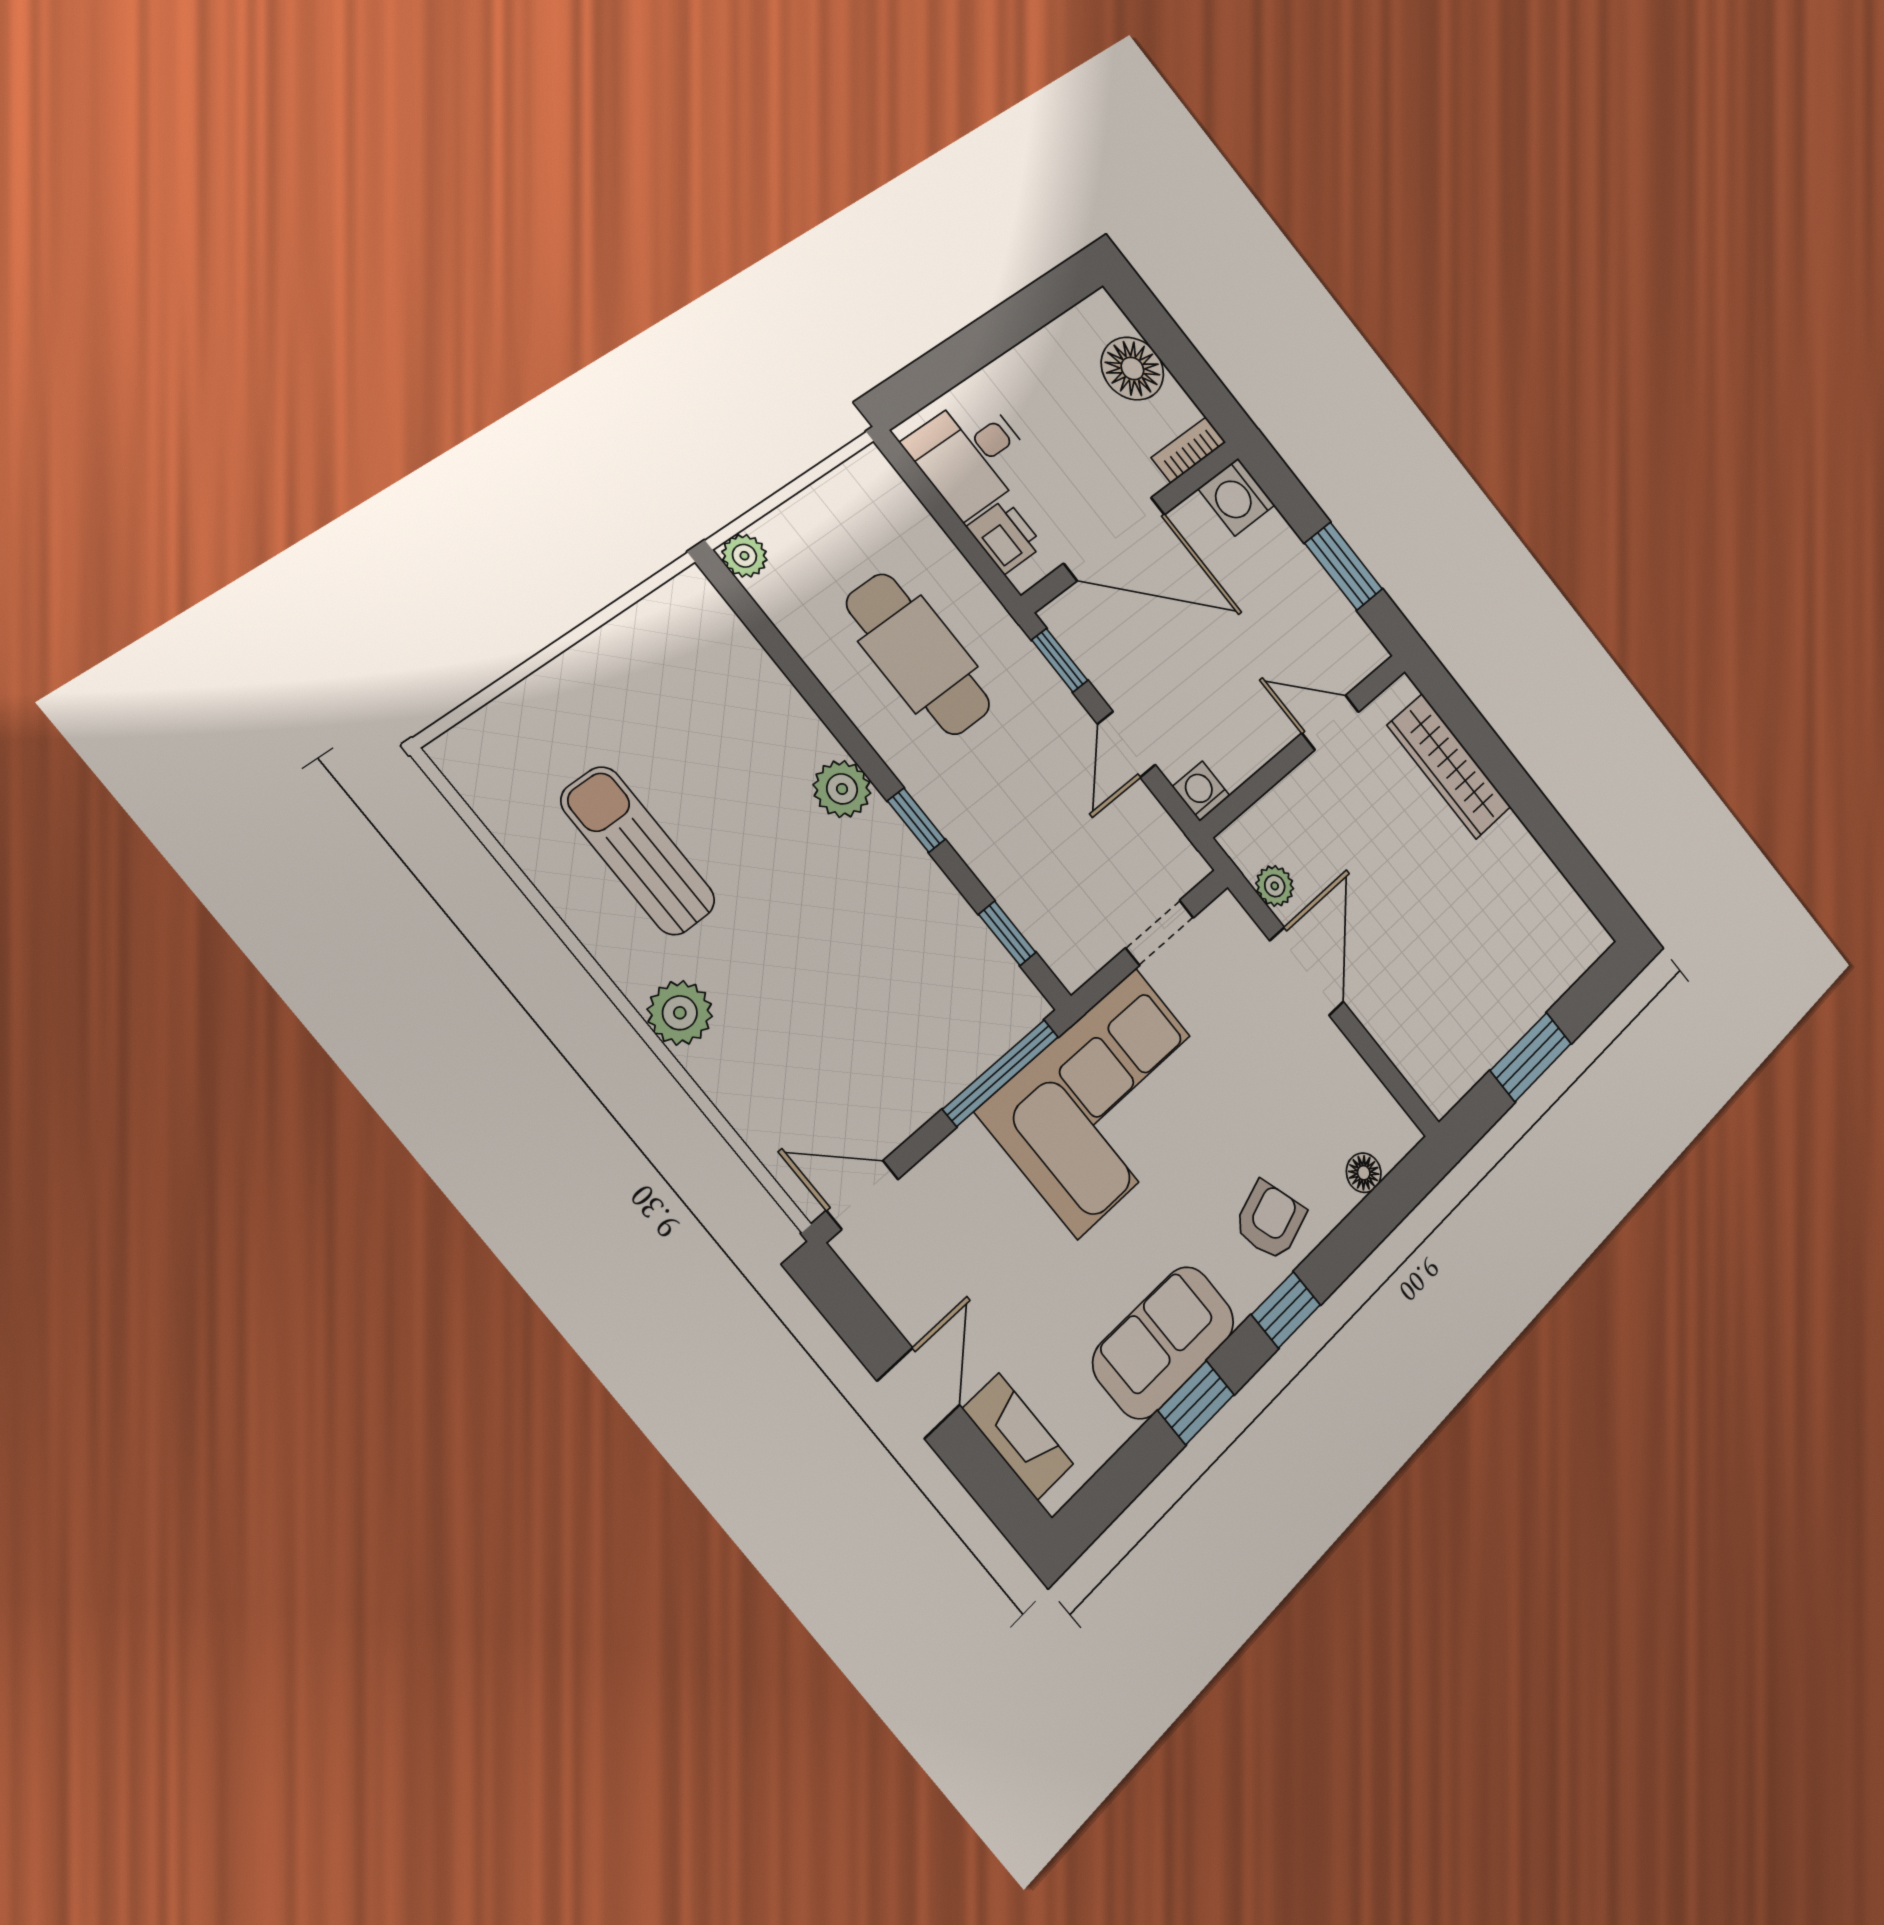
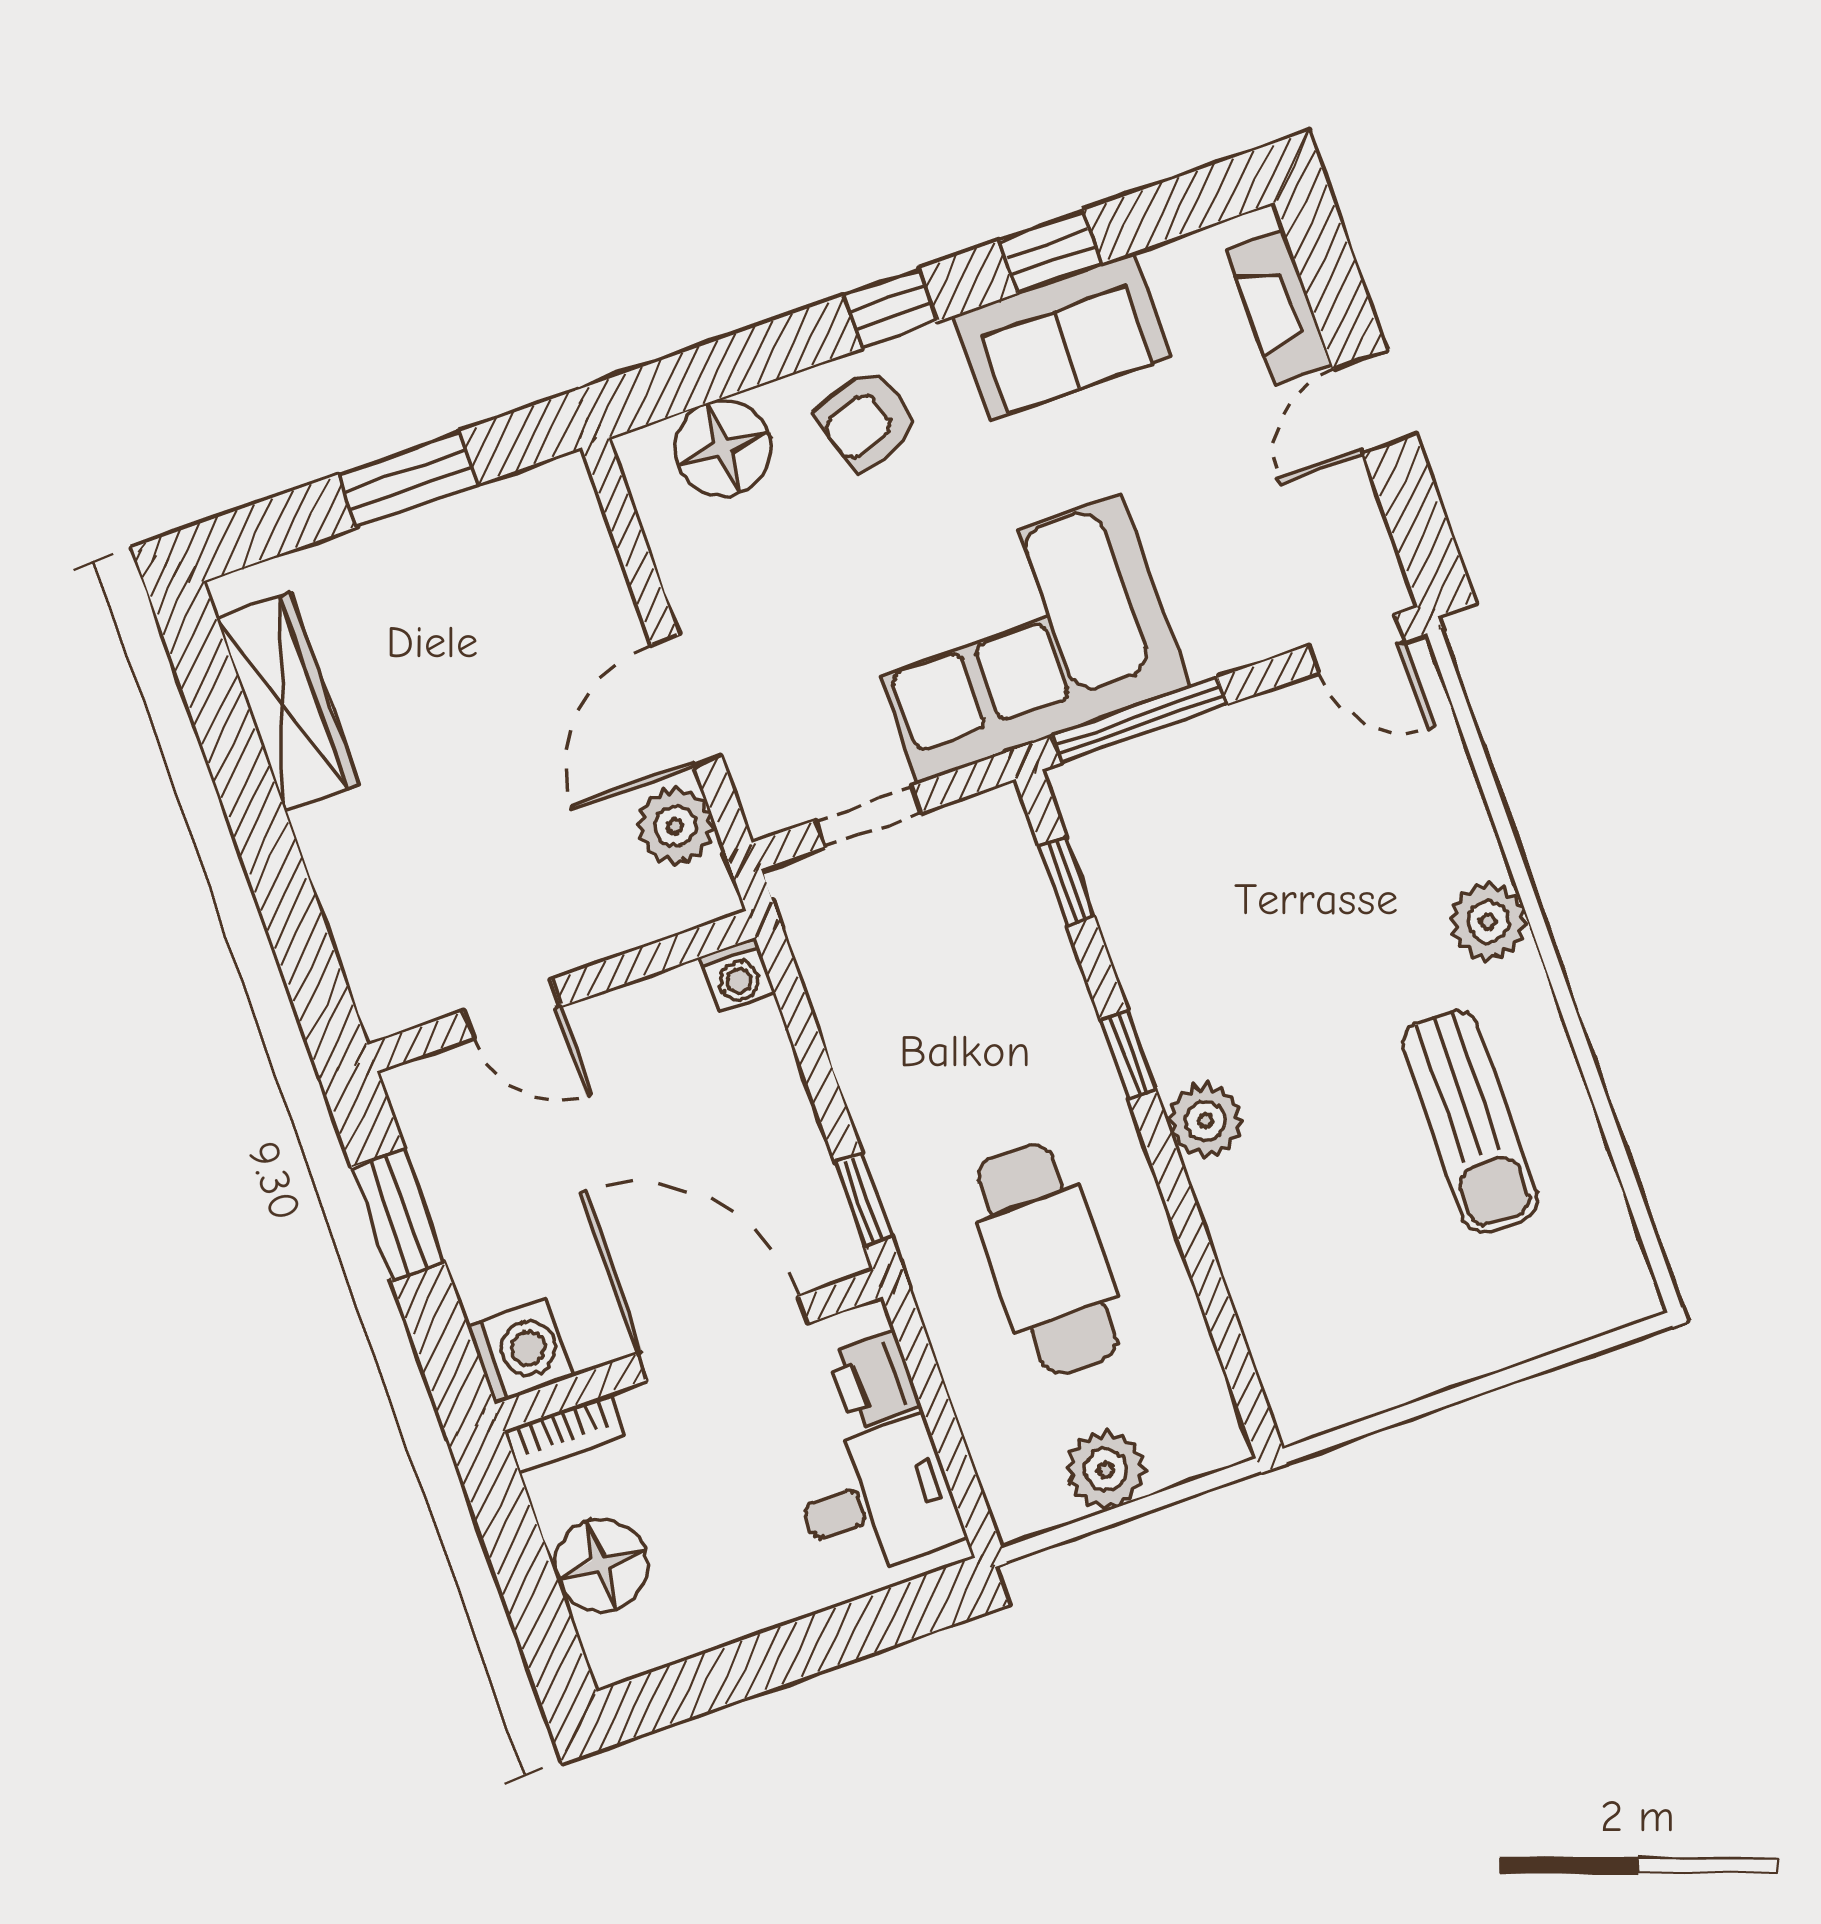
plant: (744, 556) -> (1106, 1470), moved, width x1.38, depth x1.38
door: (1127, 744) -> (816, 1066), removed
wardrobe: (1449, 766) -> (288, 702), moved
plant: (1275, 886) -> (675, 826), width x1.38, depth x1.38
floor lamp: (1364, 1173) -> (723, 448), width x1.89, depth x1.89

